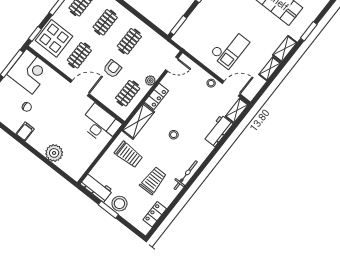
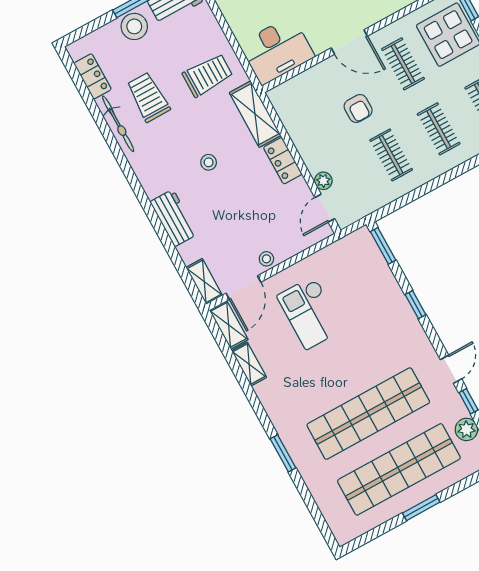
shelving: (285, 49) -> (229, 325), moved
plant: (150, 80) -> (323, 181), moved
door: (80, 88) -> (349, 42), hinge flipped
clothes rail: (128, 93) -> (308, 116), removed
workbench: (218, 131) -> (174, 218), moved
trolley: (129, 155) -> (208, 75), turned 180
bicycle: (186, 175) -> (118, 124), moved
trolley: (153, 181) -> (148, 97), turned 180

